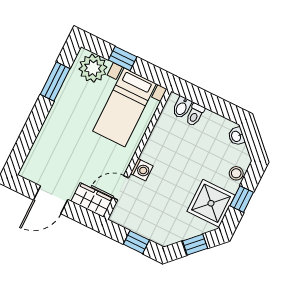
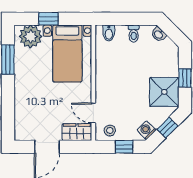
toilet: (195, 115) -> (134, 34), moved
washing machine: (142, 170) -> (147, 130), moved, turned -135
stool: (236, 173) -> (110, 130), moved
door: (121, 188) -> (93, 113), hinge flipped

